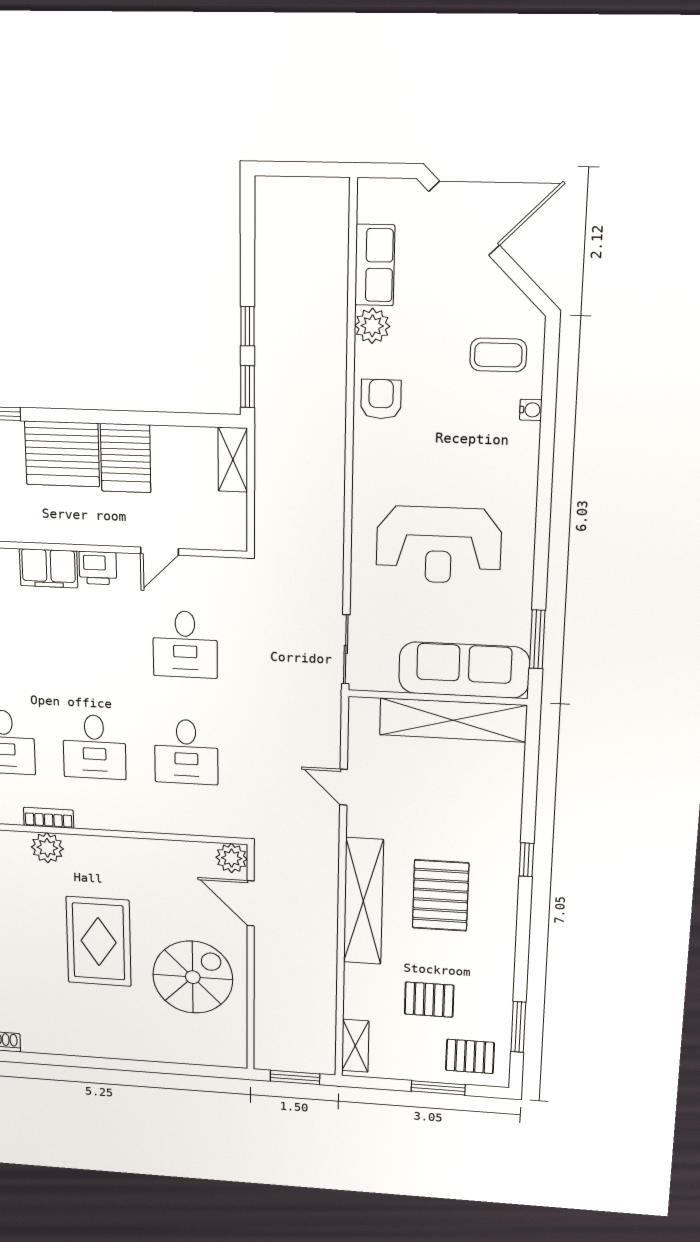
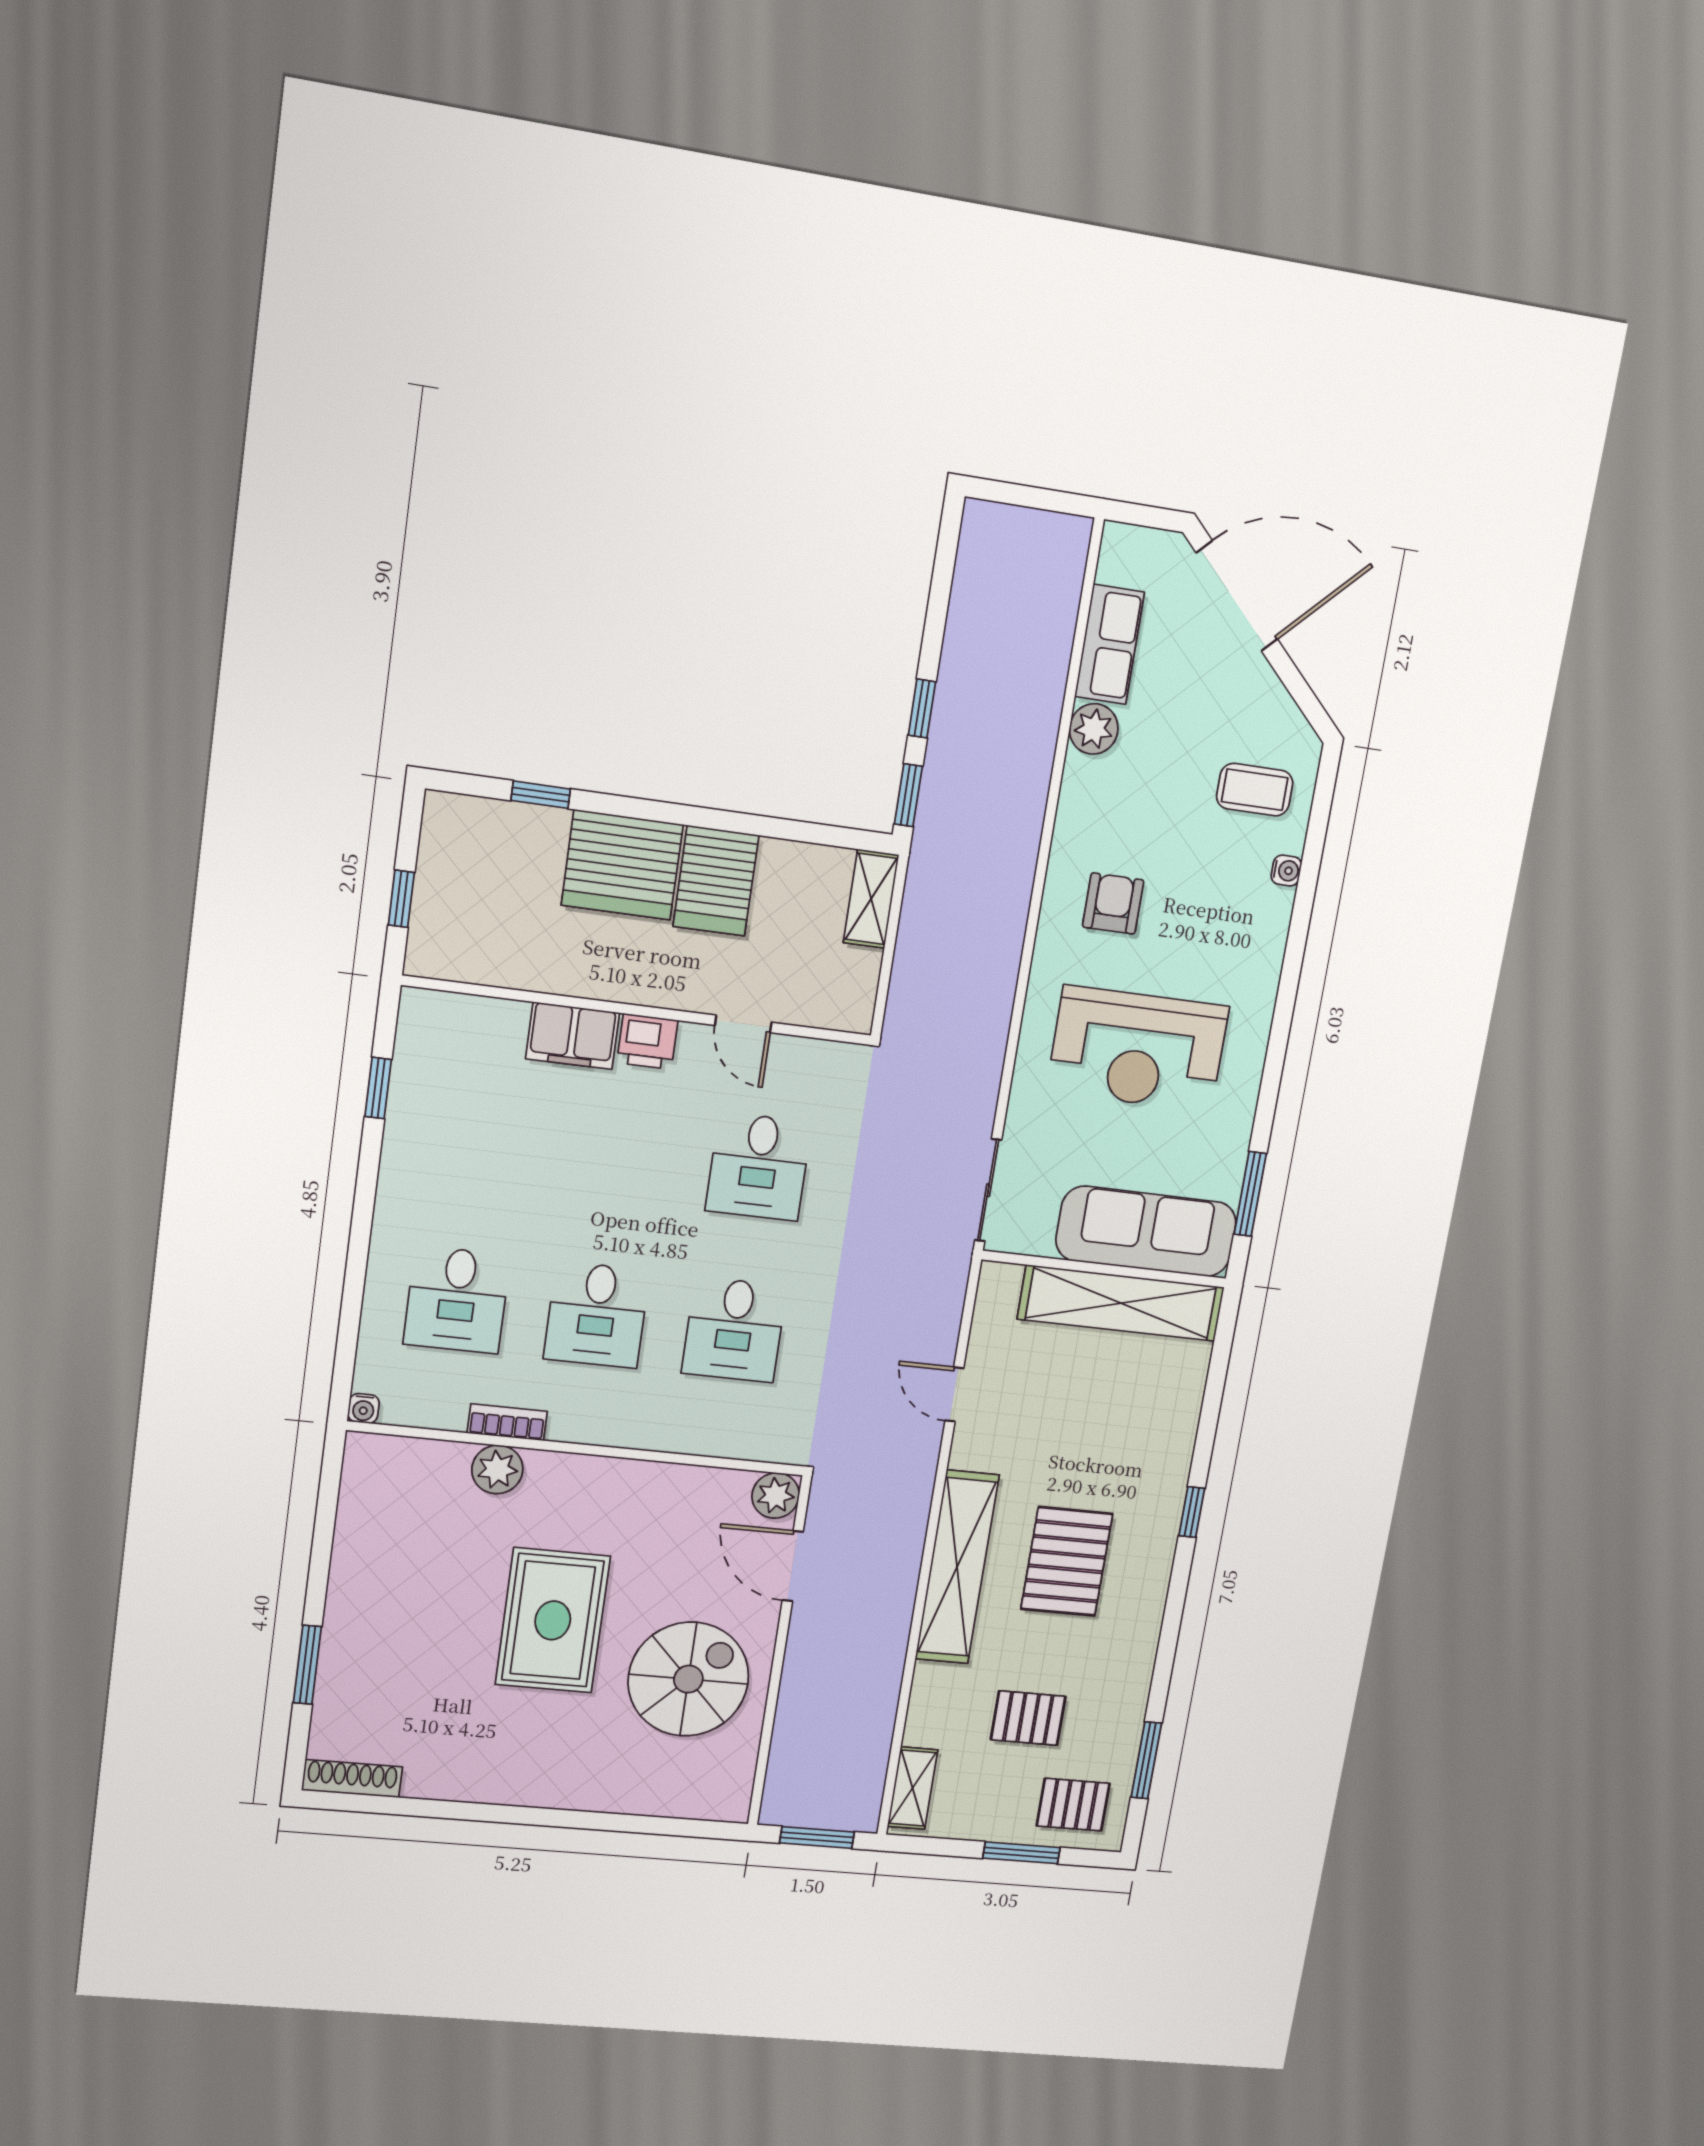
armchair: (381, 399) -> (1113, 903), moved
door: (159, 551) -> (743, 1024), hinge flipped

